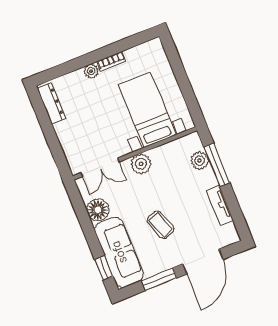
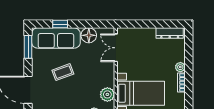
plant: (141, 164) -> (107, 94), moved
window: (104, 268) -> (60, 24), moved
window: (159, 279) -> (28, 47), moved

